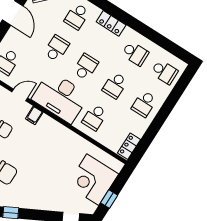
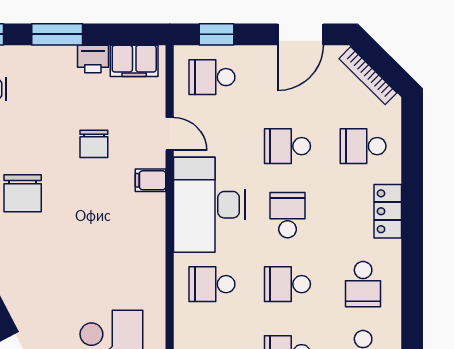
school desk: (57, 48) -> (288, 146), turned 180
school desk: (86, 67) -> (288, 215), turned -90

